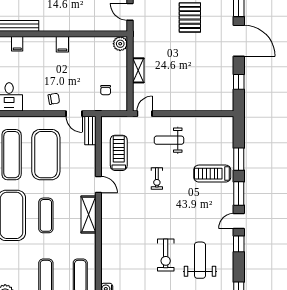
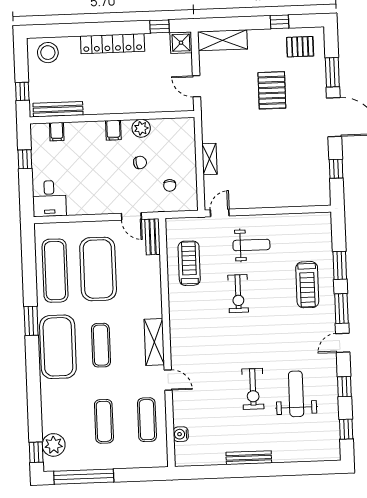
plant: (120, 44) -> (141, 128), moved
chair: (54, 99) -> (140, 163), moved
weight bench: (169, 140) -> (251, 245), turned 180
treadmill: (212, 174) -> (307, 285), turned -90
exercise bike: (157, 179) -> (238, 294), width x1.38, depth x1.39
door: (98, 184) -> (168, 380), moved
window: (239, 244) -> (344, 387), moved

